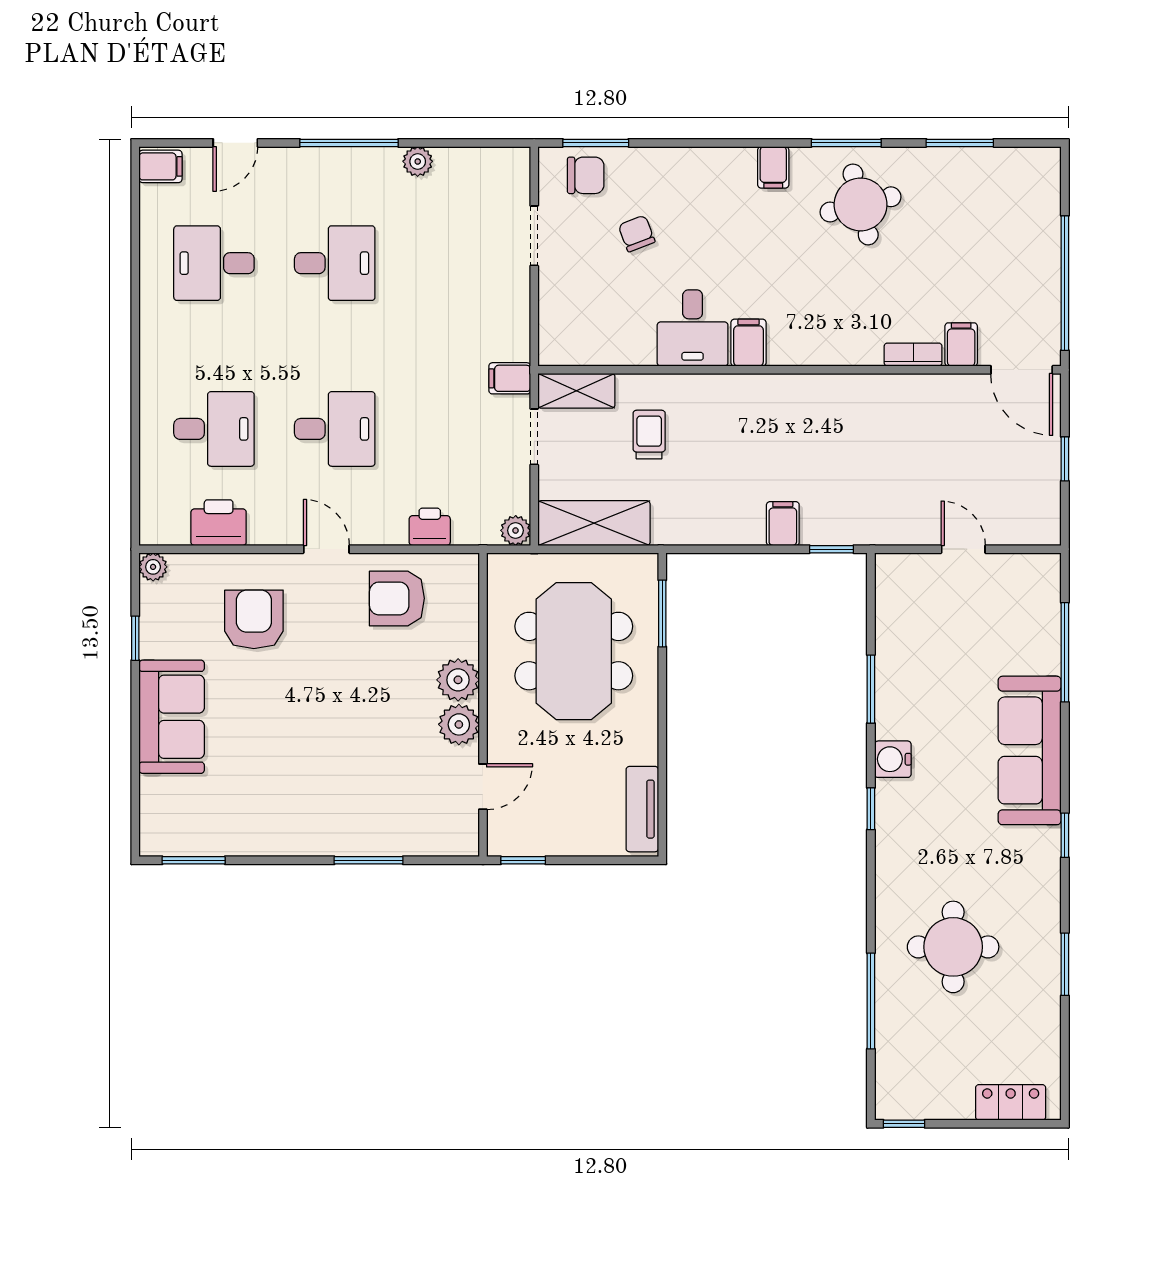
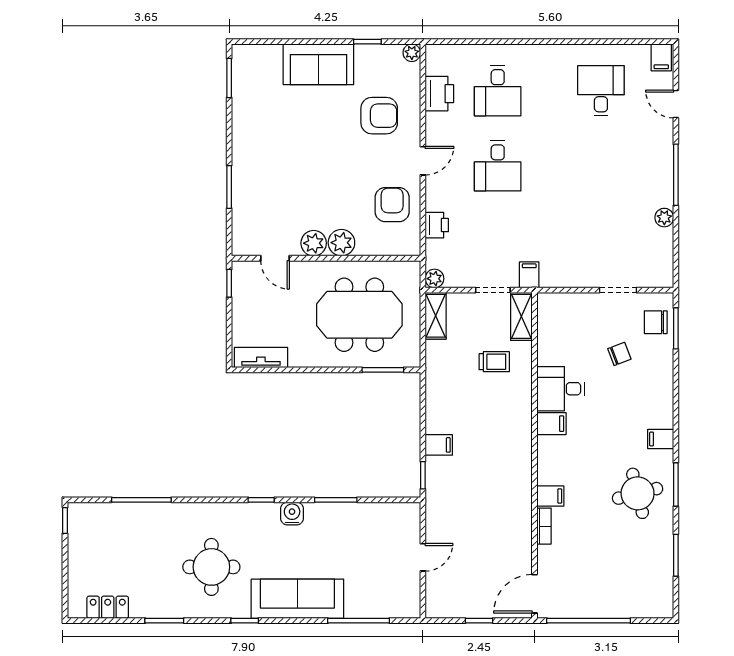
chair: (586, 175) -> (656, 322), turned 90
desk: (335, 263) -> (601, 166), removed
filing cabinet: (961, 344) -> (550, 496), moved
shelving: (594, 523) -> (436, 316), width x0.67, depth x0.75
round table: (953, 947) -> (211, 567), moved
locker: (1011, 1102) -> (108, 607), moved, turned -90

